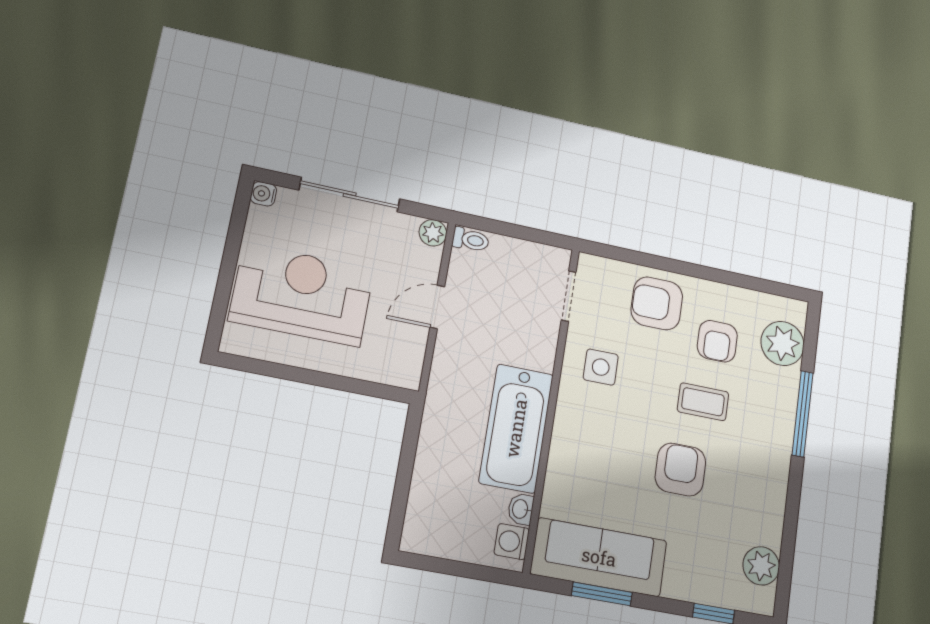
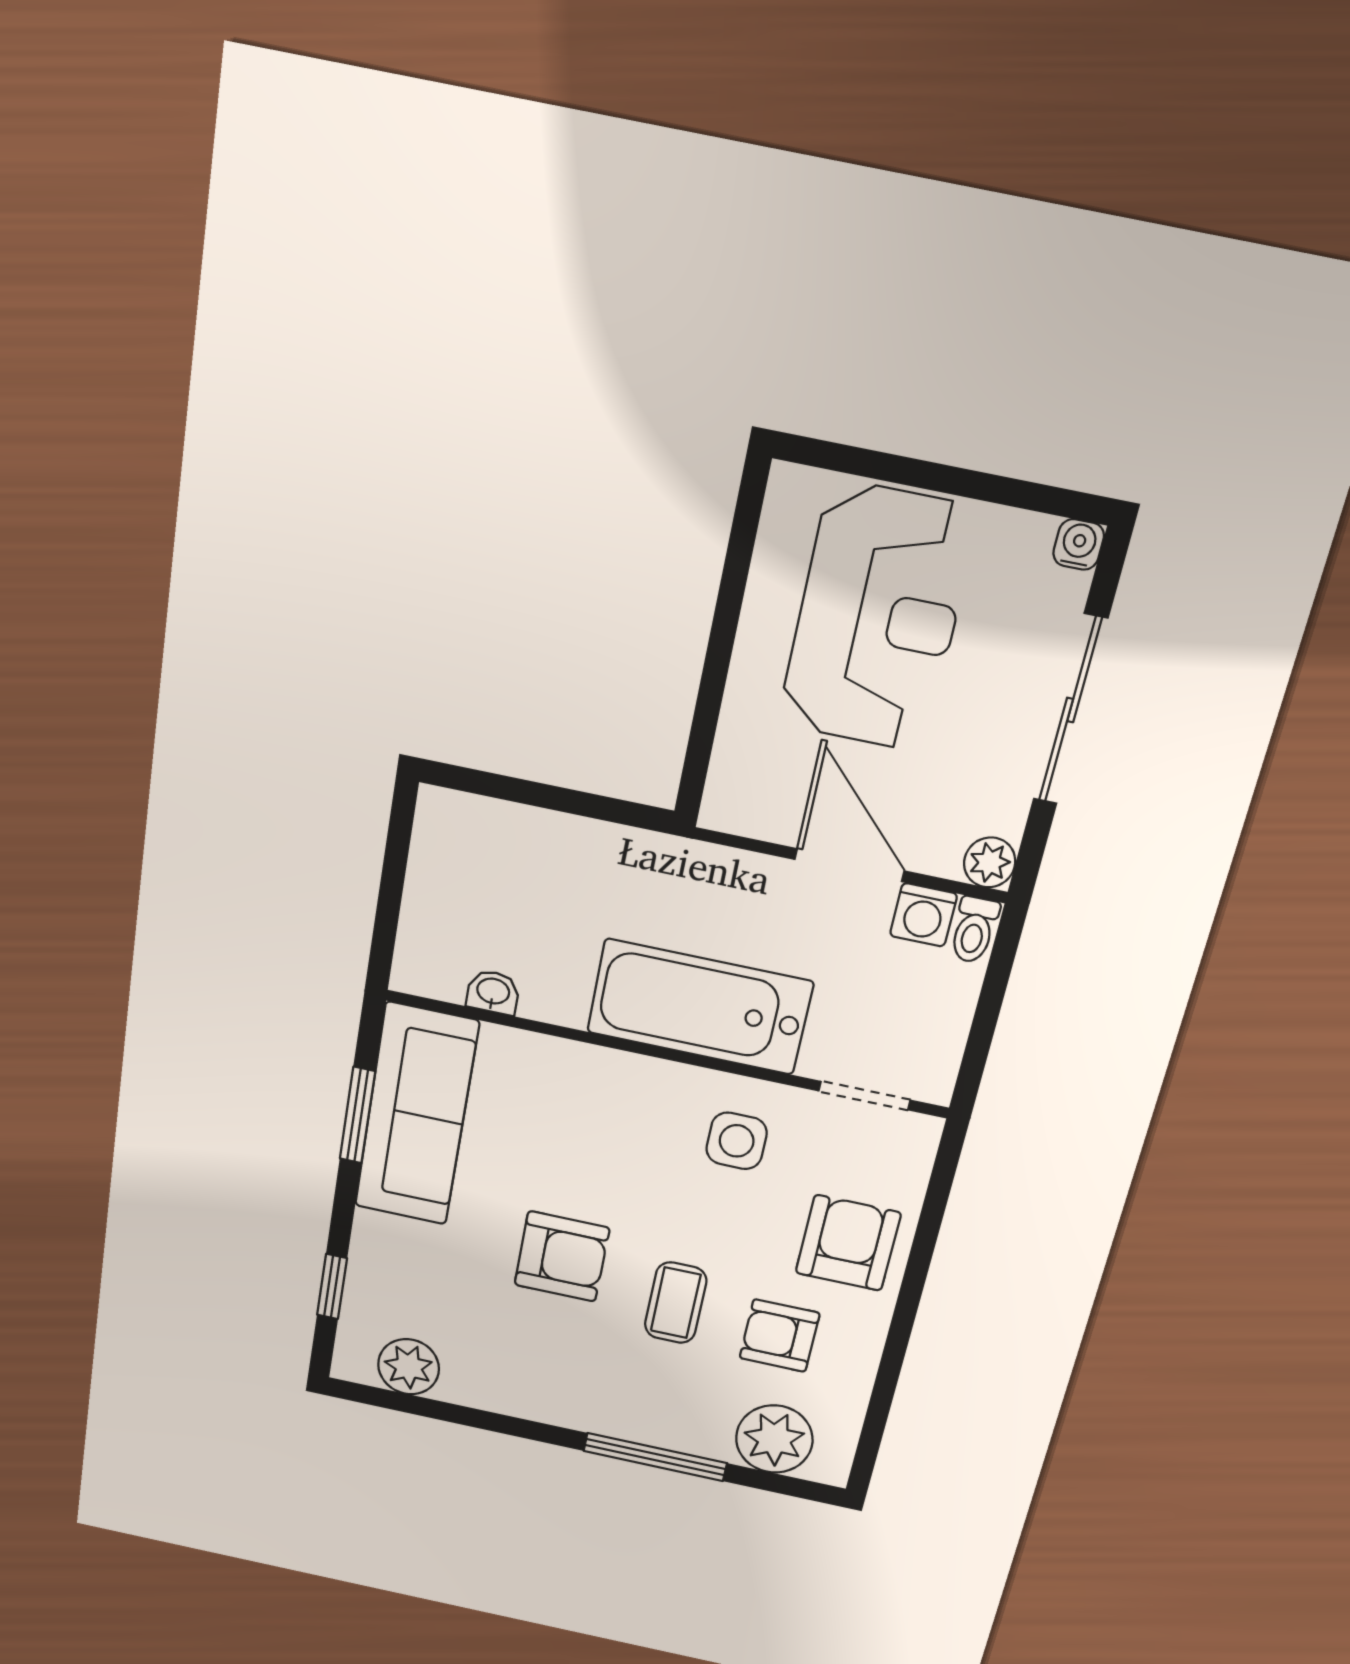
door: (437, 307) -> (849, 865), width x1.38
bathtub: (516, 428) -> (700, 1007), moved
washing machine: (512, 542) -> (923, 915), moved, turned 180

